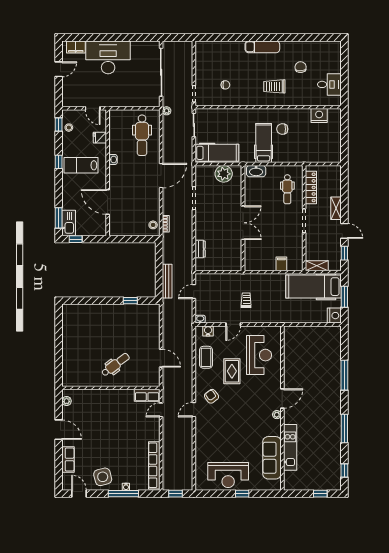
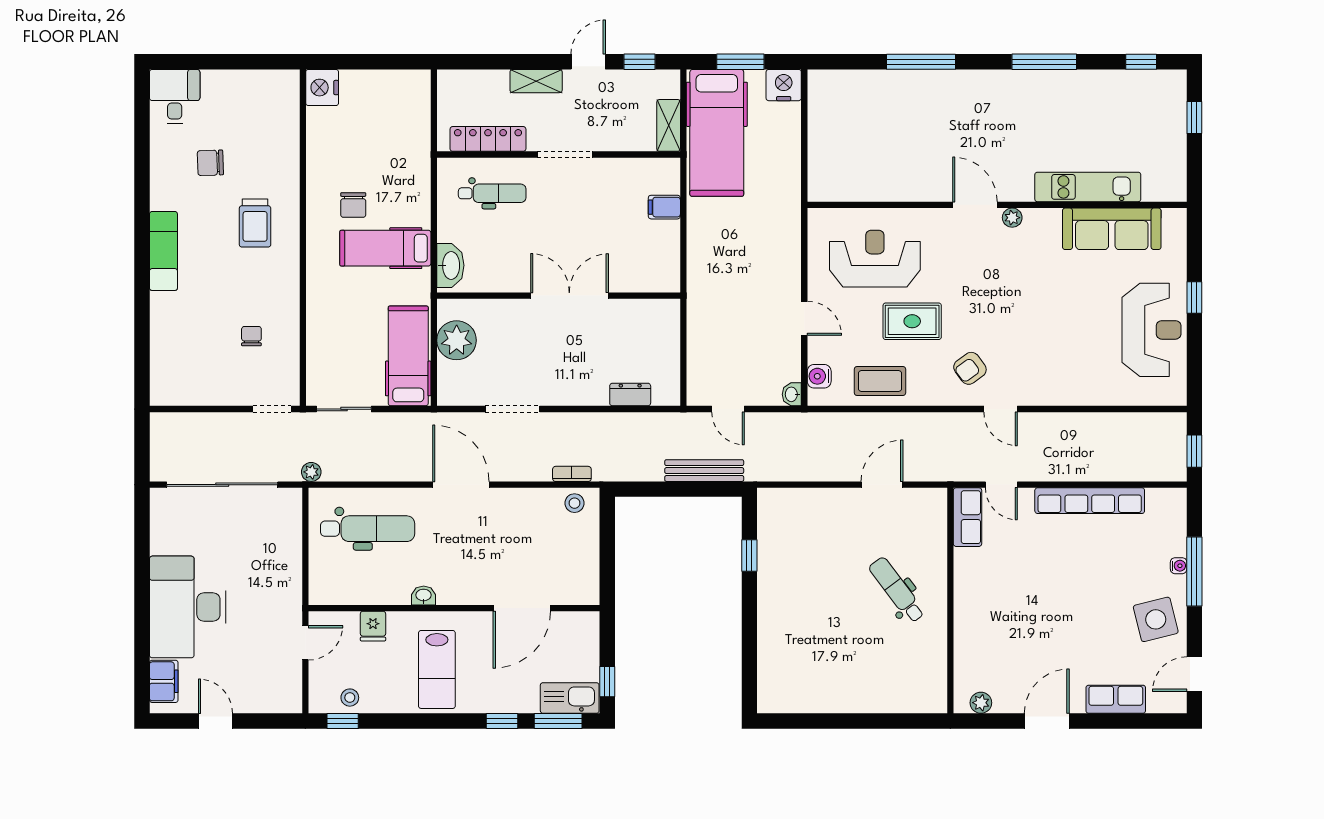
desk: (329, 84) -> (175, 96), moved
nightstand: (319, 116) -> (322, 88), moved
window: (59, 162) -> (502, 721), moved
trolley: (246, 300) -> (748, 289), removed
row of seats: (154, 465) -> (1090, 501), moved

